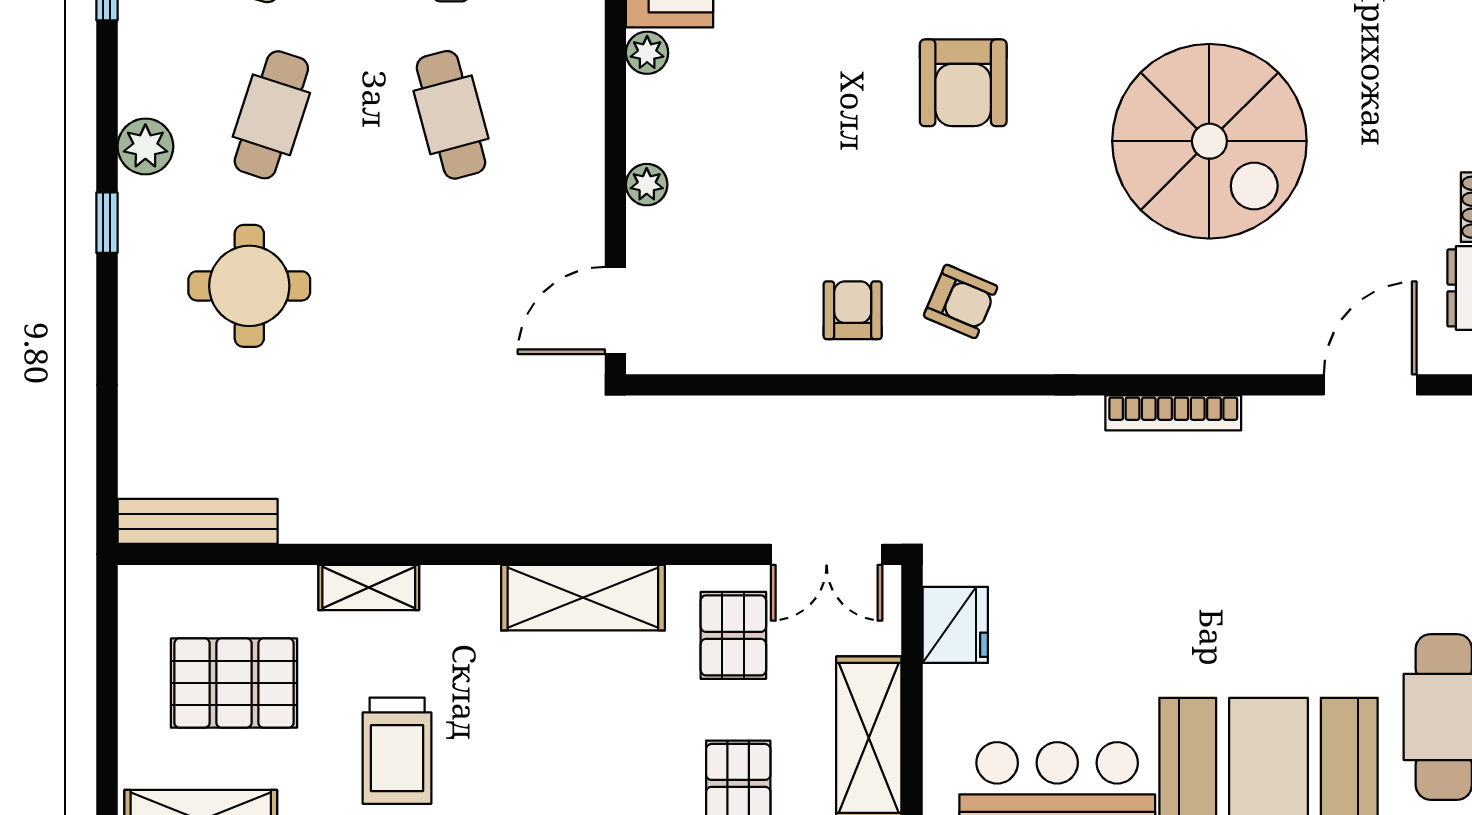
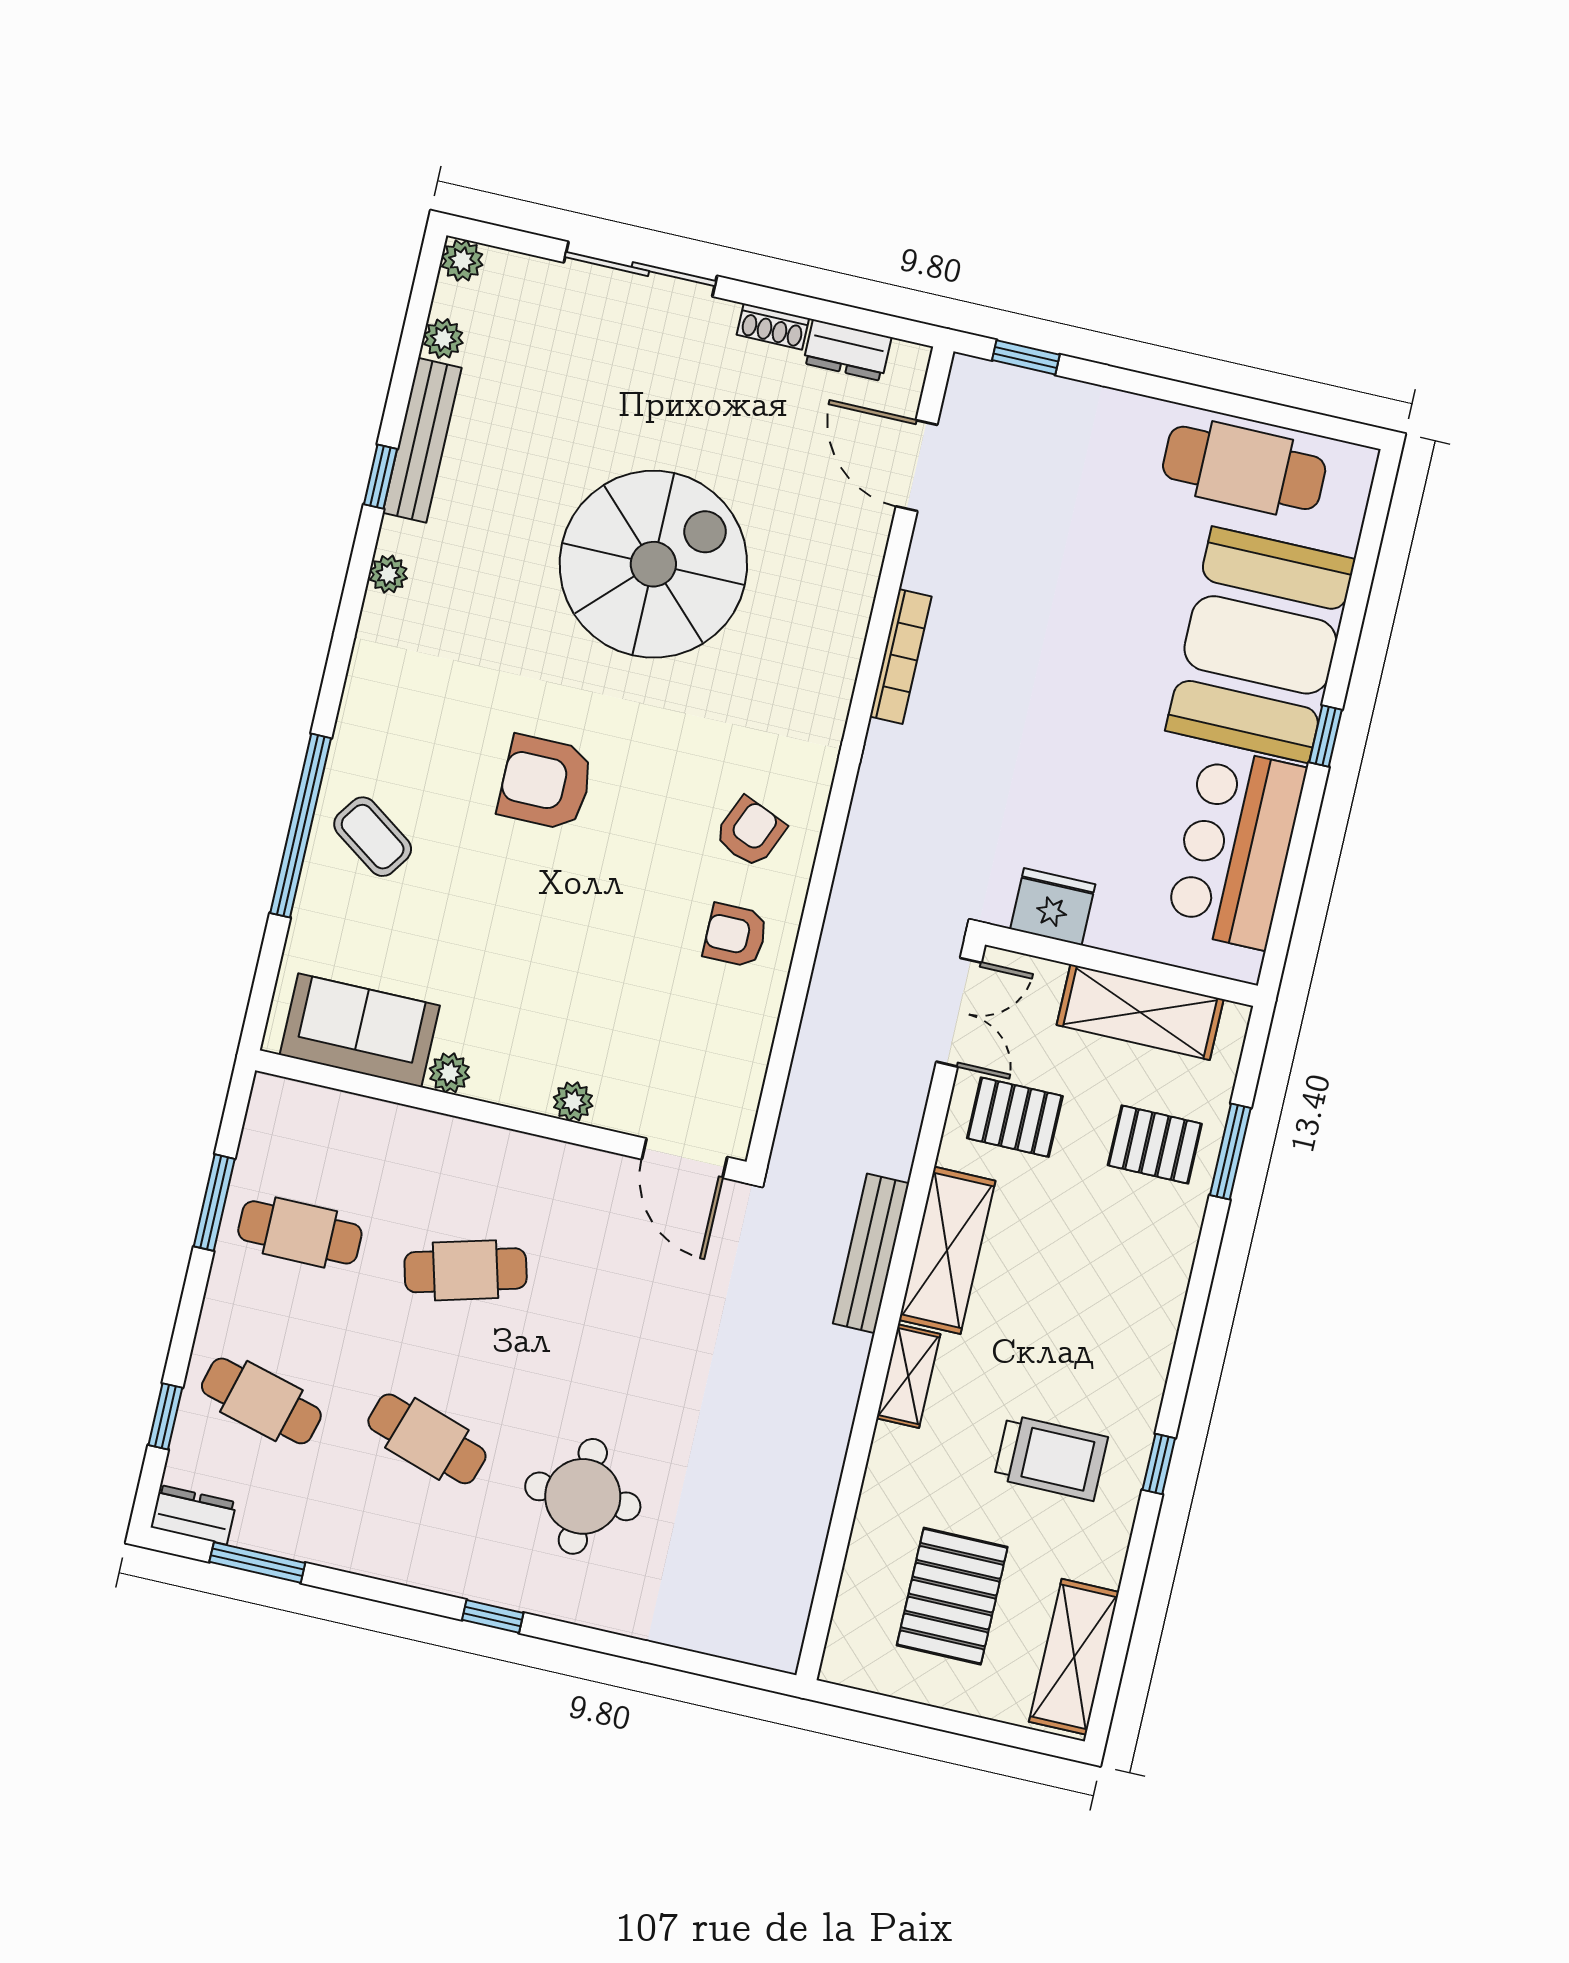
armchair: (963, 83) -> (546, 783), turned 180
plant: (145, 146) -> (430, 1564), removed
bench: (198, 521) -> (871, 1253), moved
shelving: (369, 588) -> (908, 1376), moved

